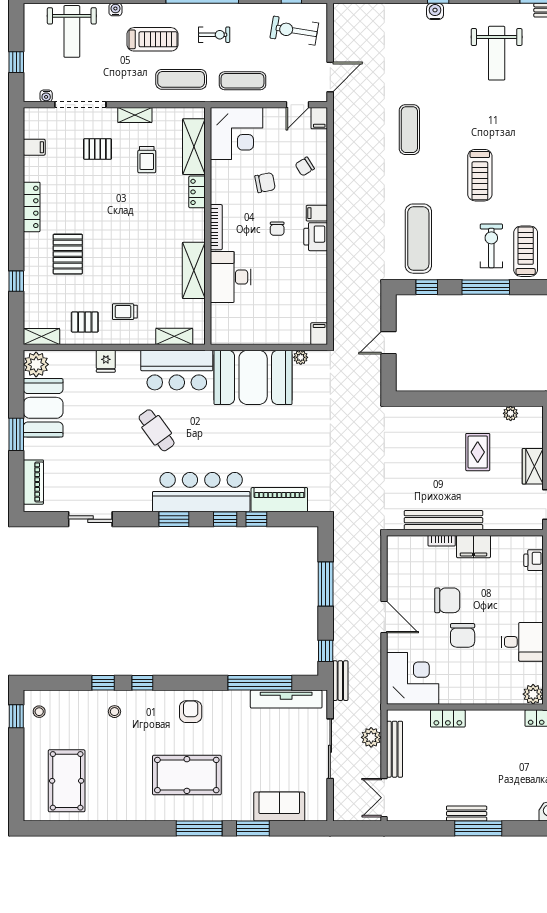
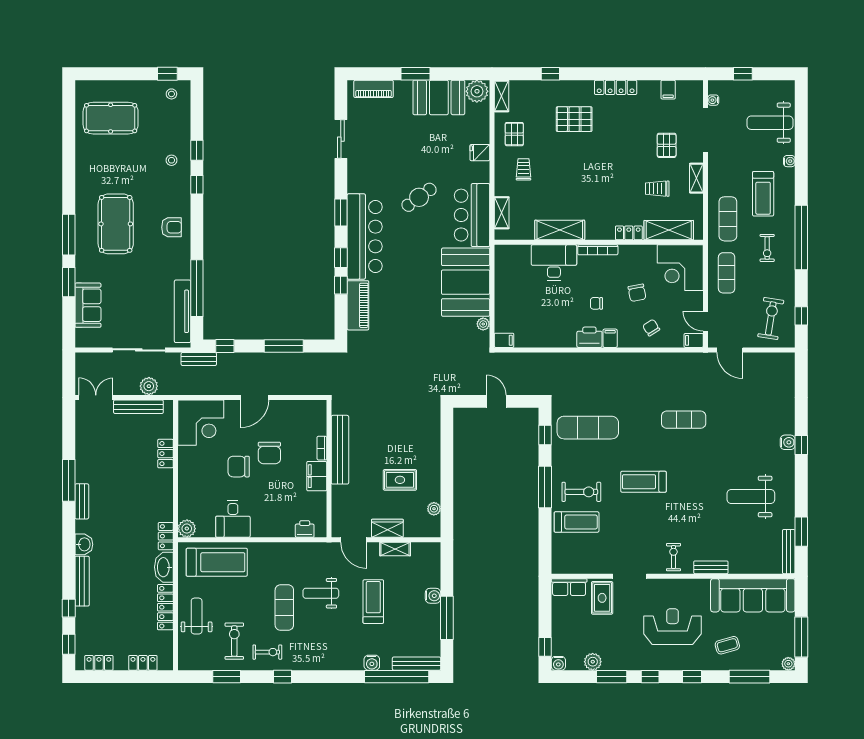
bench: (467, 814) -> (82, 501), moved

